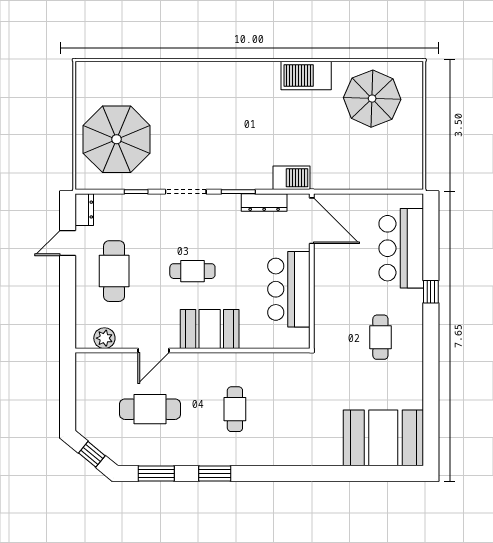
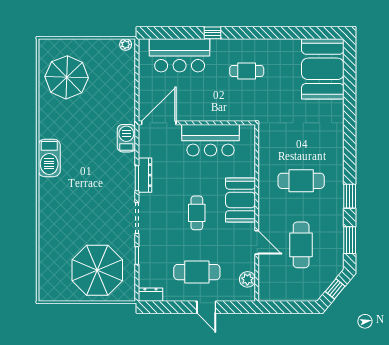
barbecue: (306, 76) -> (49, 158), moved
plant: (416, 177) -> (126, 45), added
dresser: (264, 202) -> (145, 175), moved
door: (68, 243) -> (206, 307), moved
cafe table: (235, 409) -> (301, 181), width x1.37, depth x1.35

